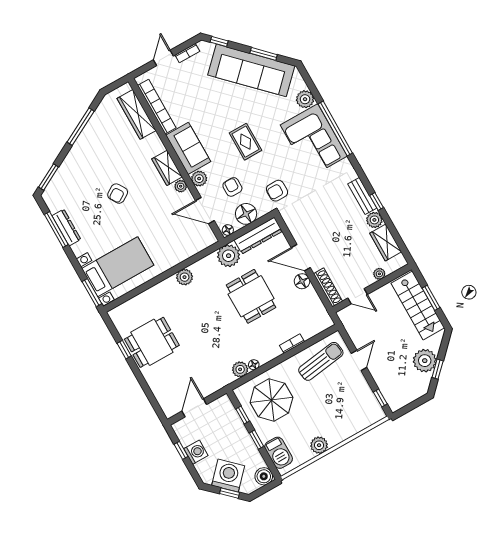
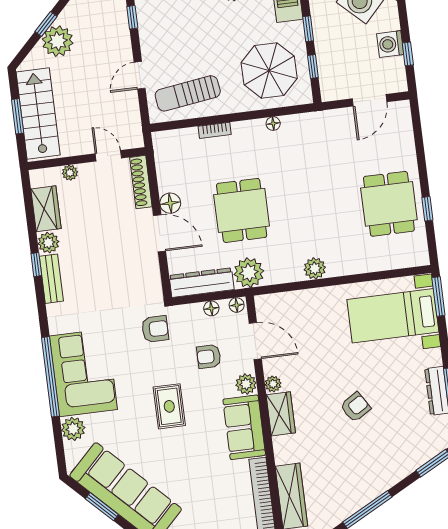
armchair: (232, 187) -> (209, 356), turned 90
floor lamp: (246, 214) -> (211, 308), width x0.53, depth x0.53
dining table: (152, 342) -> (389, 204), turned 90
plant: (240, 369) -> (293, 125), removed

